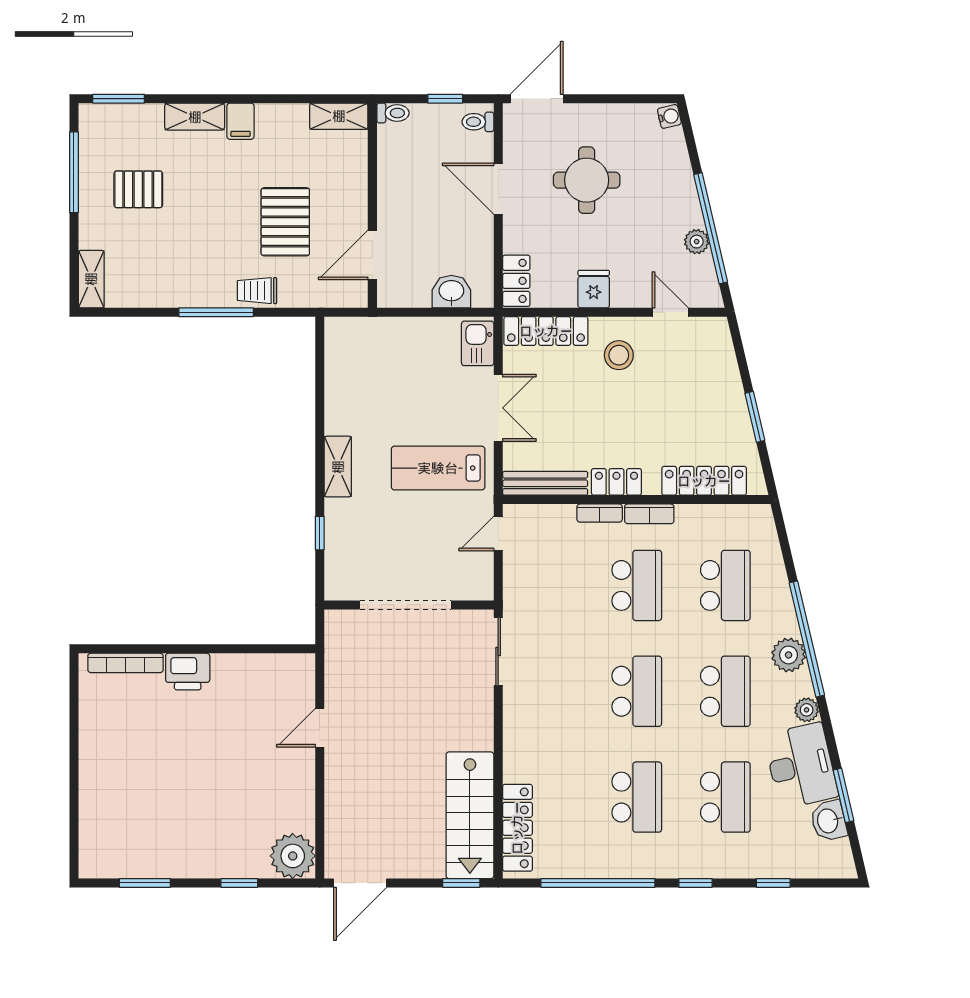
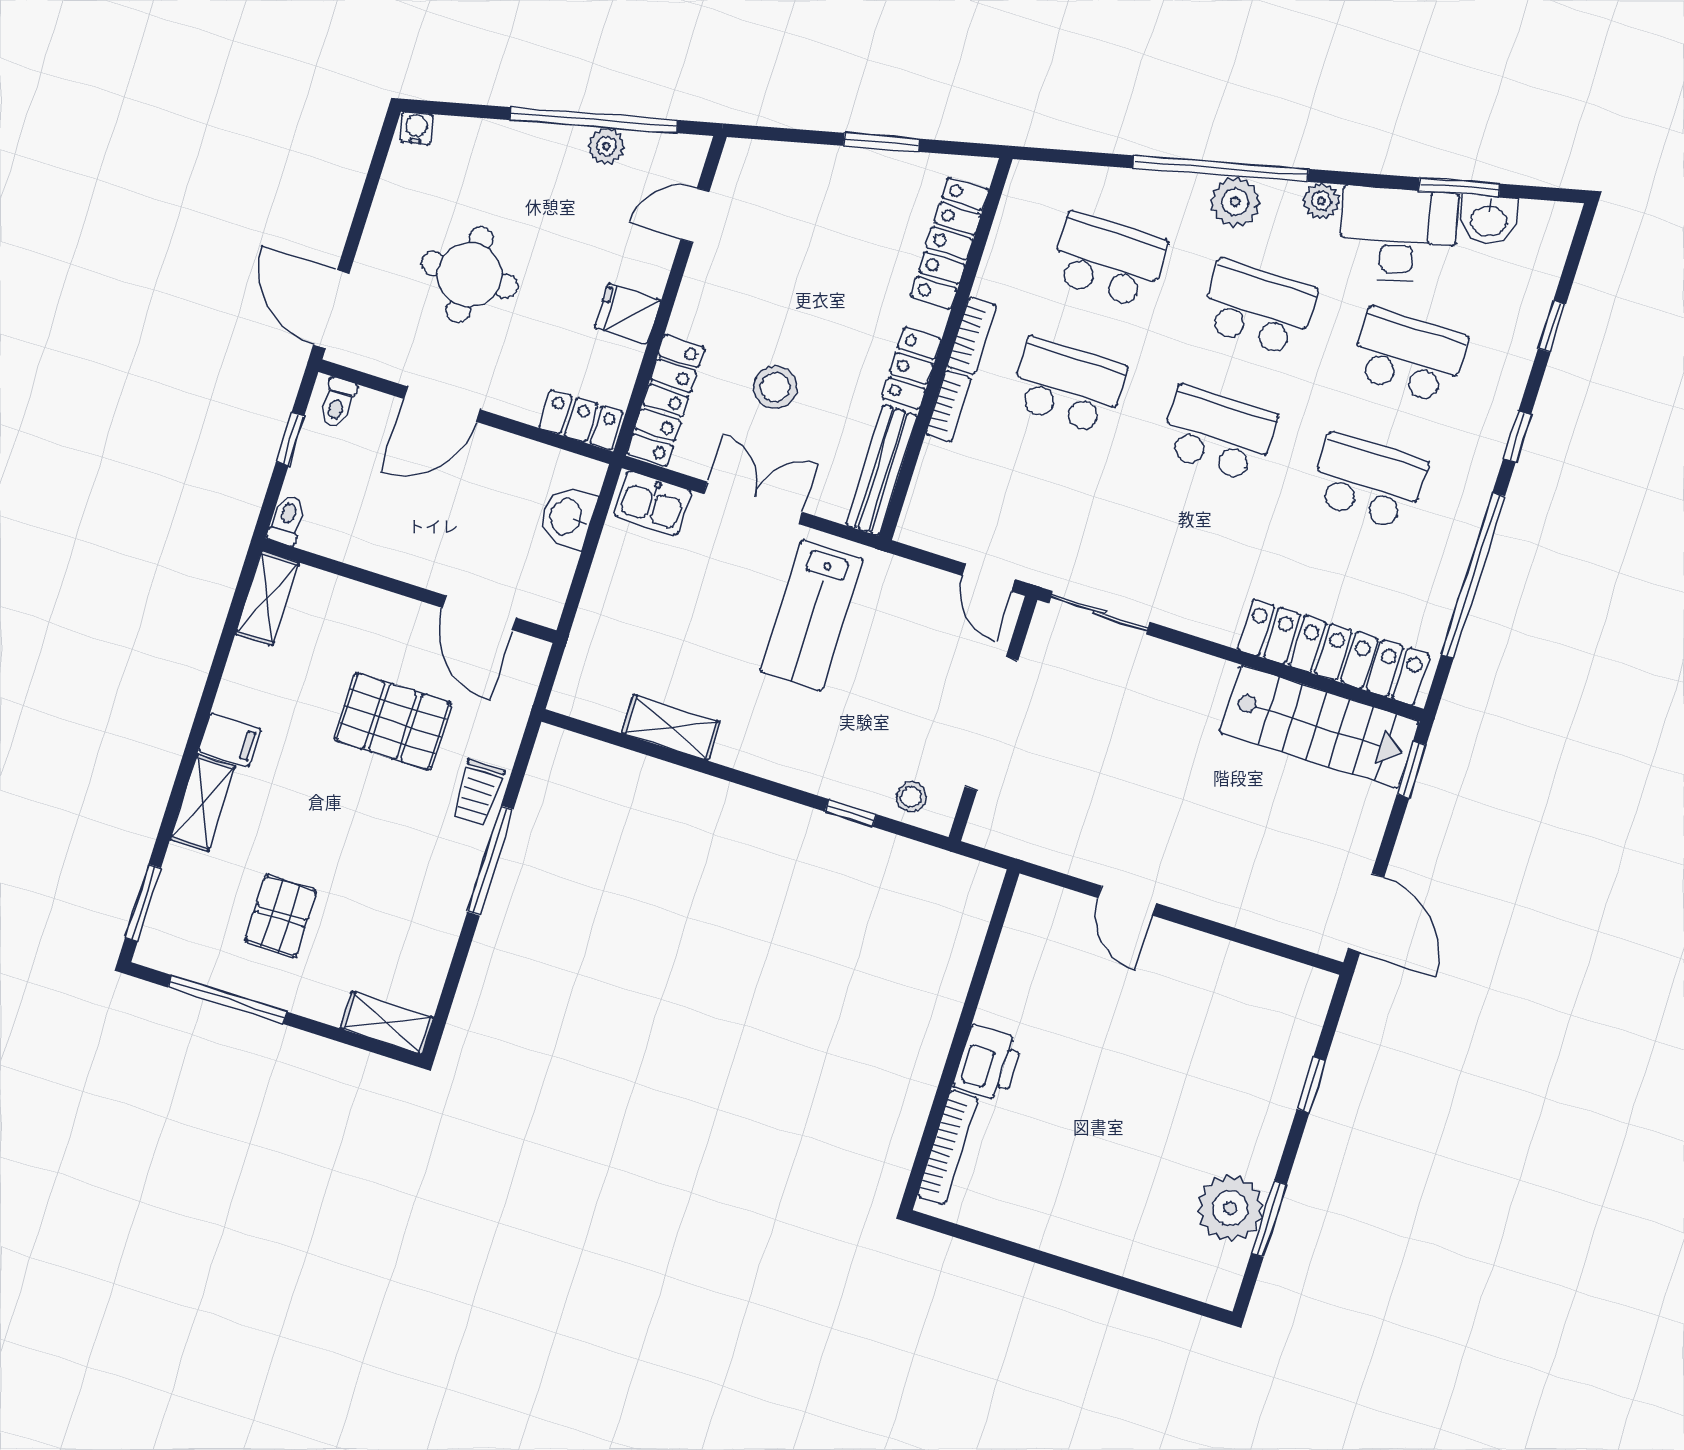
stool: (619, 355) -> (775, 387), moved
shelving: (338, 467) -> (671, 728), moved
door: (498, 533) -> (989, 578), moved
stool: (342, 569) -> (911, 797), added
locker: (517, 828) -> (1333, 652), width x1.41, depth x1.21
plant: (293, 856) -> (1230, 1208), moved

